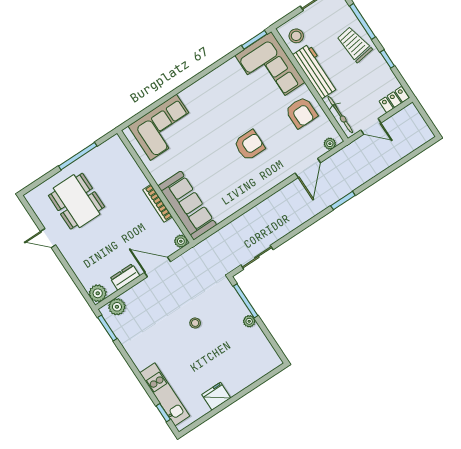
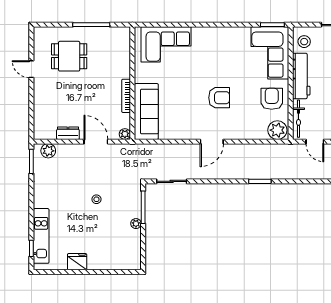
armchair: (301, 113) -> (272, 99), turned 180
plant: (330, 144) -> (277, 130), width x1.88, depth x1.88
door: (308, 168) -> (212, 142), moved
dining table: (77, 201) -> (69, 56), width x0.73
plant: (98, 293) -> (41, 132), removed

